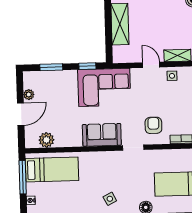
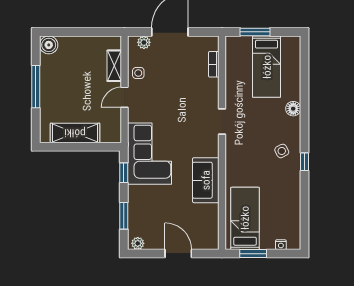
plant: (29, 95) -> (138, 243), moved
armchair: (153, 125) -> (196, 97), removed
sofa: (102, 135) -> (206, 180), moved
plant: (46, 140) -> (210, 224), removed
window: (23, 177) -> (253, 254), width x0.69

